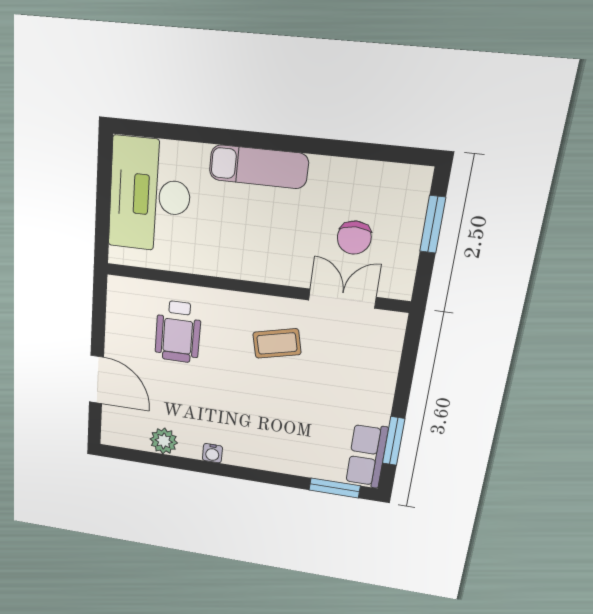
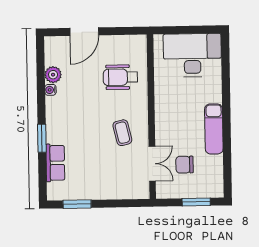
exam couch: (259, 167) -> (214, 129), moved
water cooler: (212, 453) -> (50, 90), moved
row of seats: (367, 456) -> (55, 163), moved, turned 90
window: (335, 488) -> (42, 138), moved

